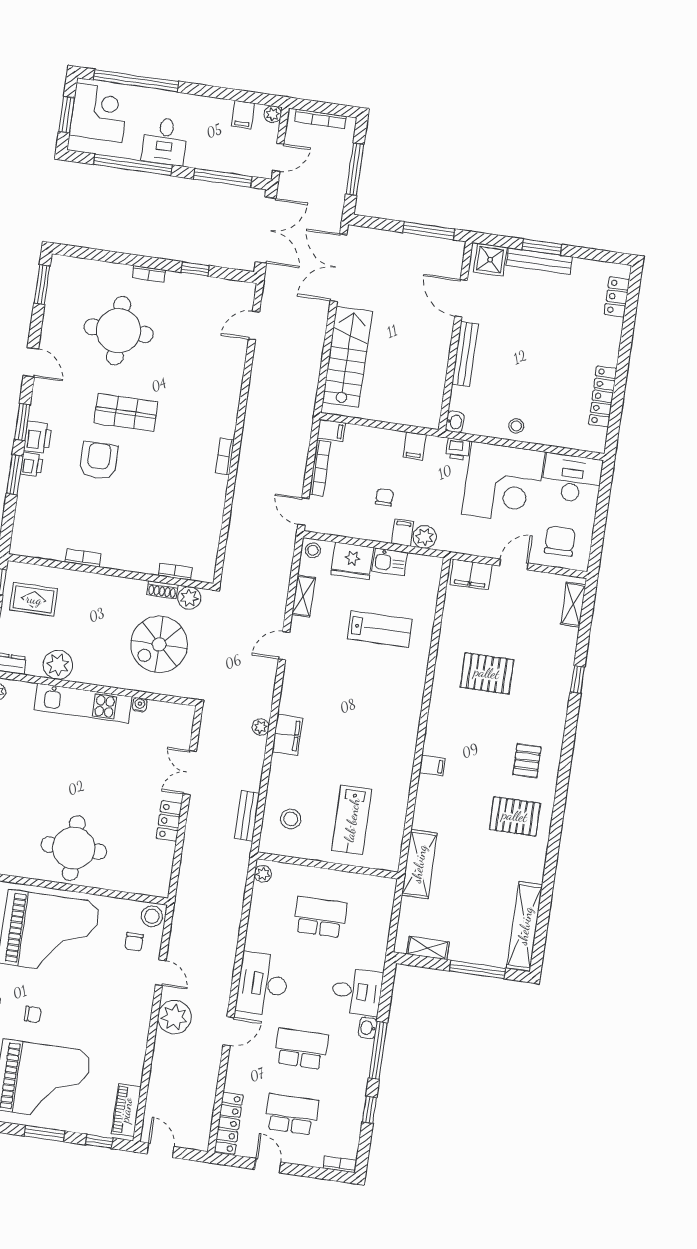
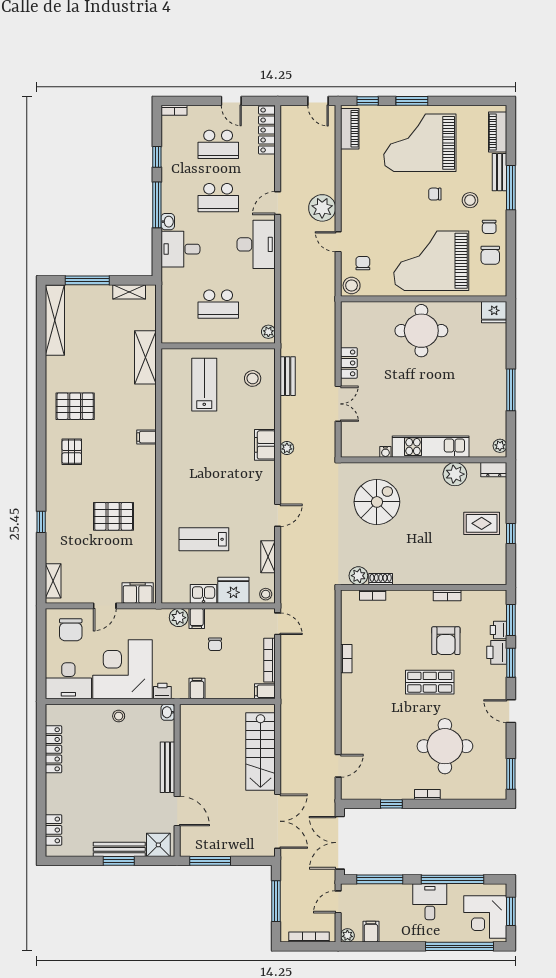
bookcase: (83, 558) -> (447, 595), moved
wall: (111, 572) -> (424, 587), moved
bookcase: (175, 572) -> (373, 595), moved
shoe rack: (162, 590) -> (381, 579), moved
plant: (189, 598) -> (358, 576), moved

